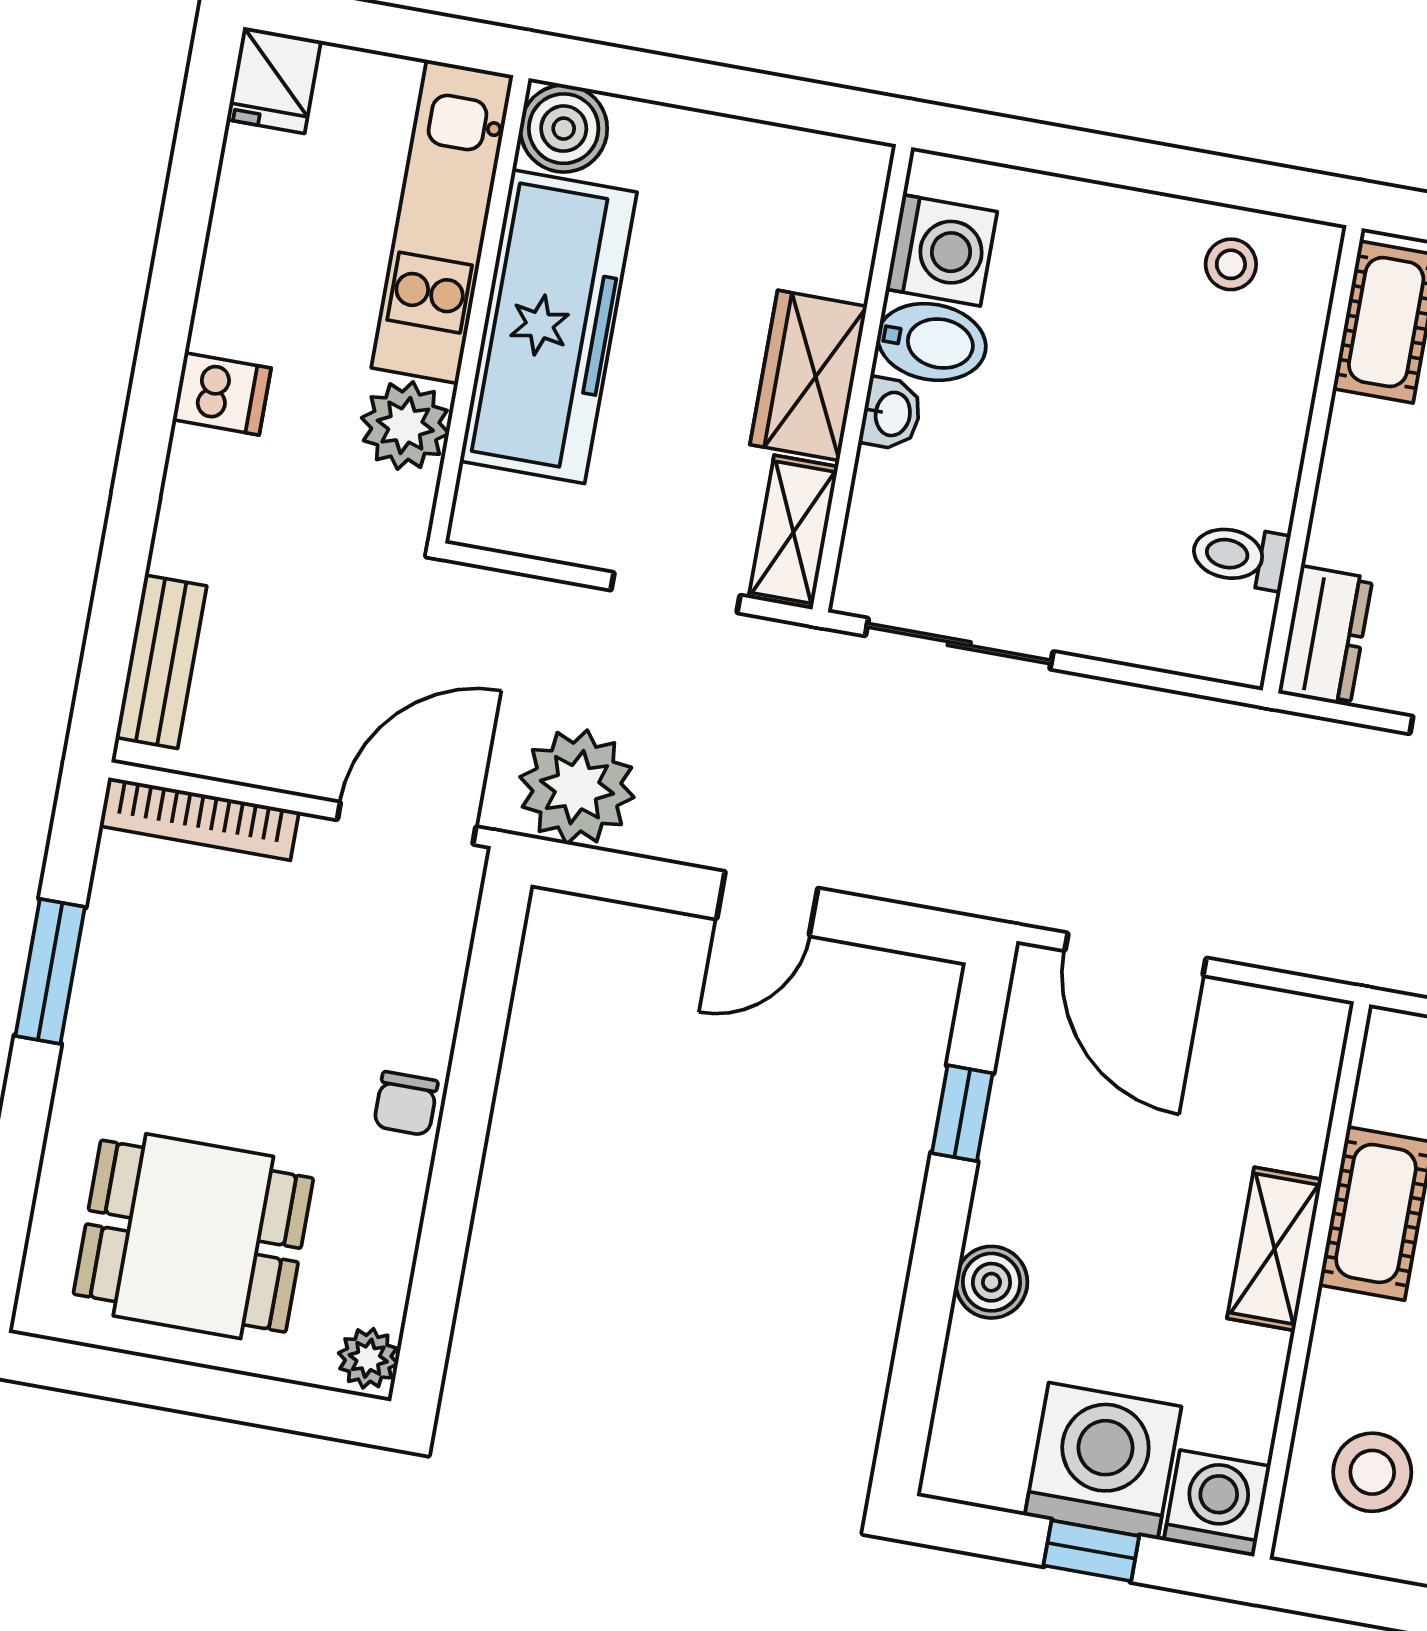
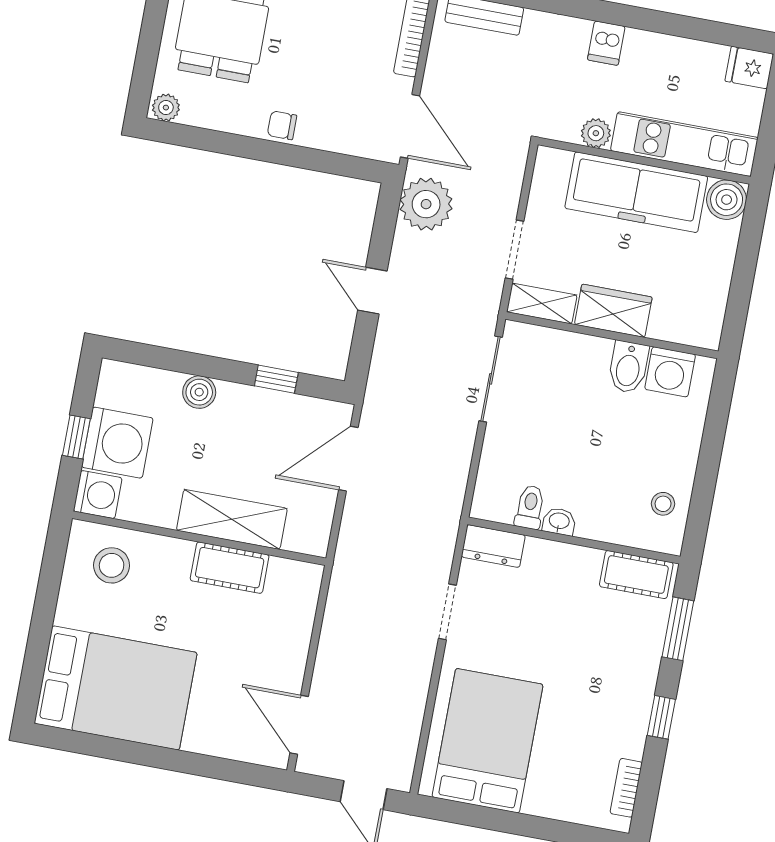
washbasin: (891, 414) -> (559, 521), moved, turned 180
plant: (405, 426) -> (596, 133), width x0.73, depth x0.73
shelving: (1275, 1249) -> (232, 519), width x1.50, depth x1.33

